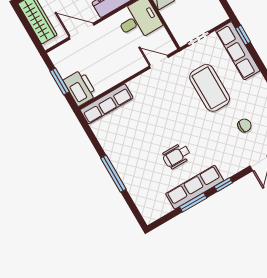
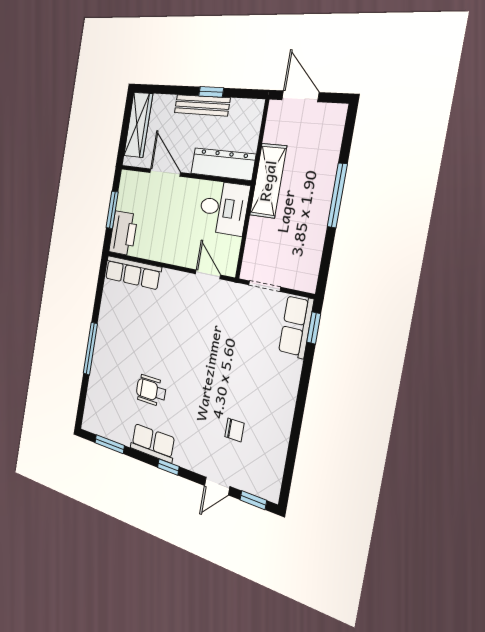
row of seats: (238, 51) -> (296, 326), width x0.68
coffee table: (210, 88) -> (233, 353), removed
row of seats: (195, 187) -> (153, 443), width x0.68
window: (193, 202) -> (110, 444), moved

